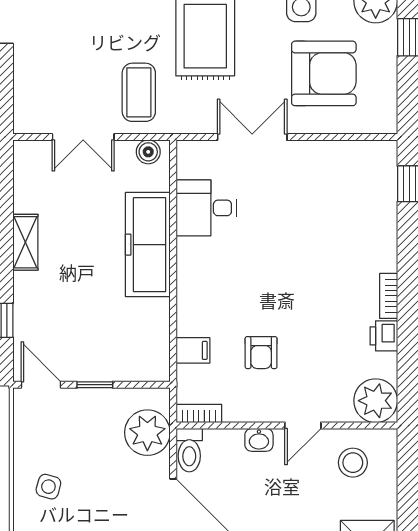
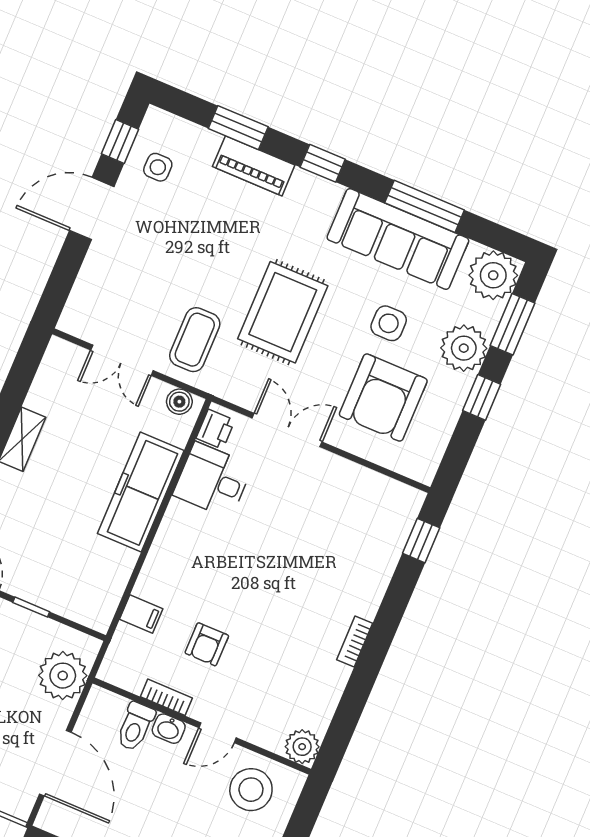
armchair: (324, 73) -> (383, 398), turned 90
printer: (384, 336) -> (216, 429), moved, turned 180
plant: (376, 401) -> (302, 747), width x0.73, depth x0.73
bookcase: (199, 413) -> (166, 697), moved
toilet: (189, 450) -> (135, 726), moved
stool: (353, 463) -> (251, 790), width x1.38, depth x1.38

